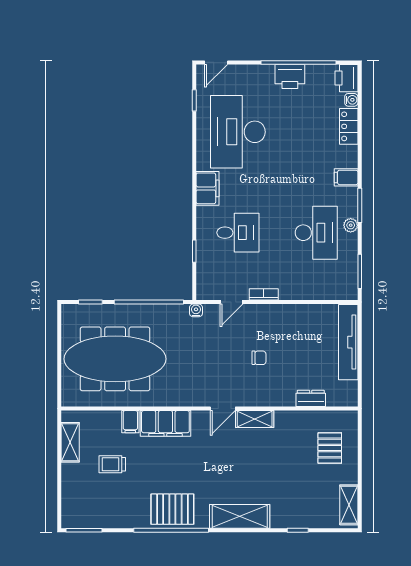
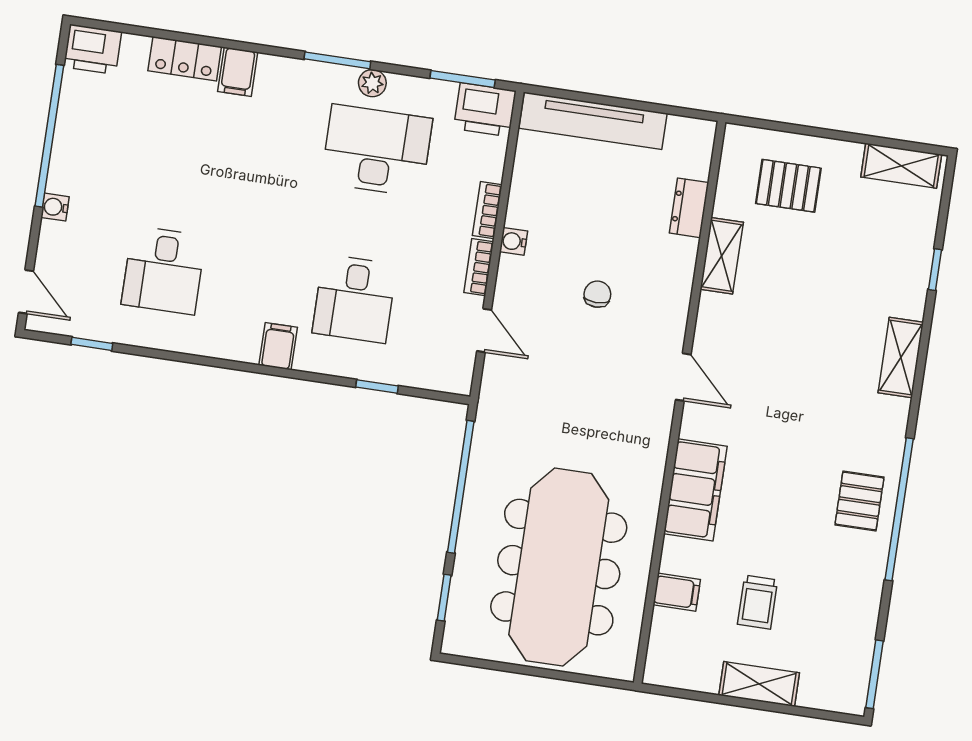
printer: (290, 77) -> (485, 110), moved, turned 90
water cooler: (351, 100) -> (55, 207), moved, turned -90
desk: (238, 132) -> (164, 270), width x0.53, depth x0.77
filing cabinet: (346, 177) -> (238, 72), moved
filing cabinet: (207, 188) -> (278, 346), width x0.50
desk: (238, 233) -> (354, 299), turned 180
bookcase: (294, 294) -> (487, 210), added
water cooler: (196, 310) -> (514, 241), moved
shelving: (255, 419) -> (722, 256), moved
filing cabinet: (130, 422) -> (677, 592), moved
shelving: (70, 442) -> (759, 684), moved
pallet: (172, 509) -> (859, 501), width x0.67, depth x0.71
shelving: (240, 516) -> (901, 357), width x0.67, depth x0.75

